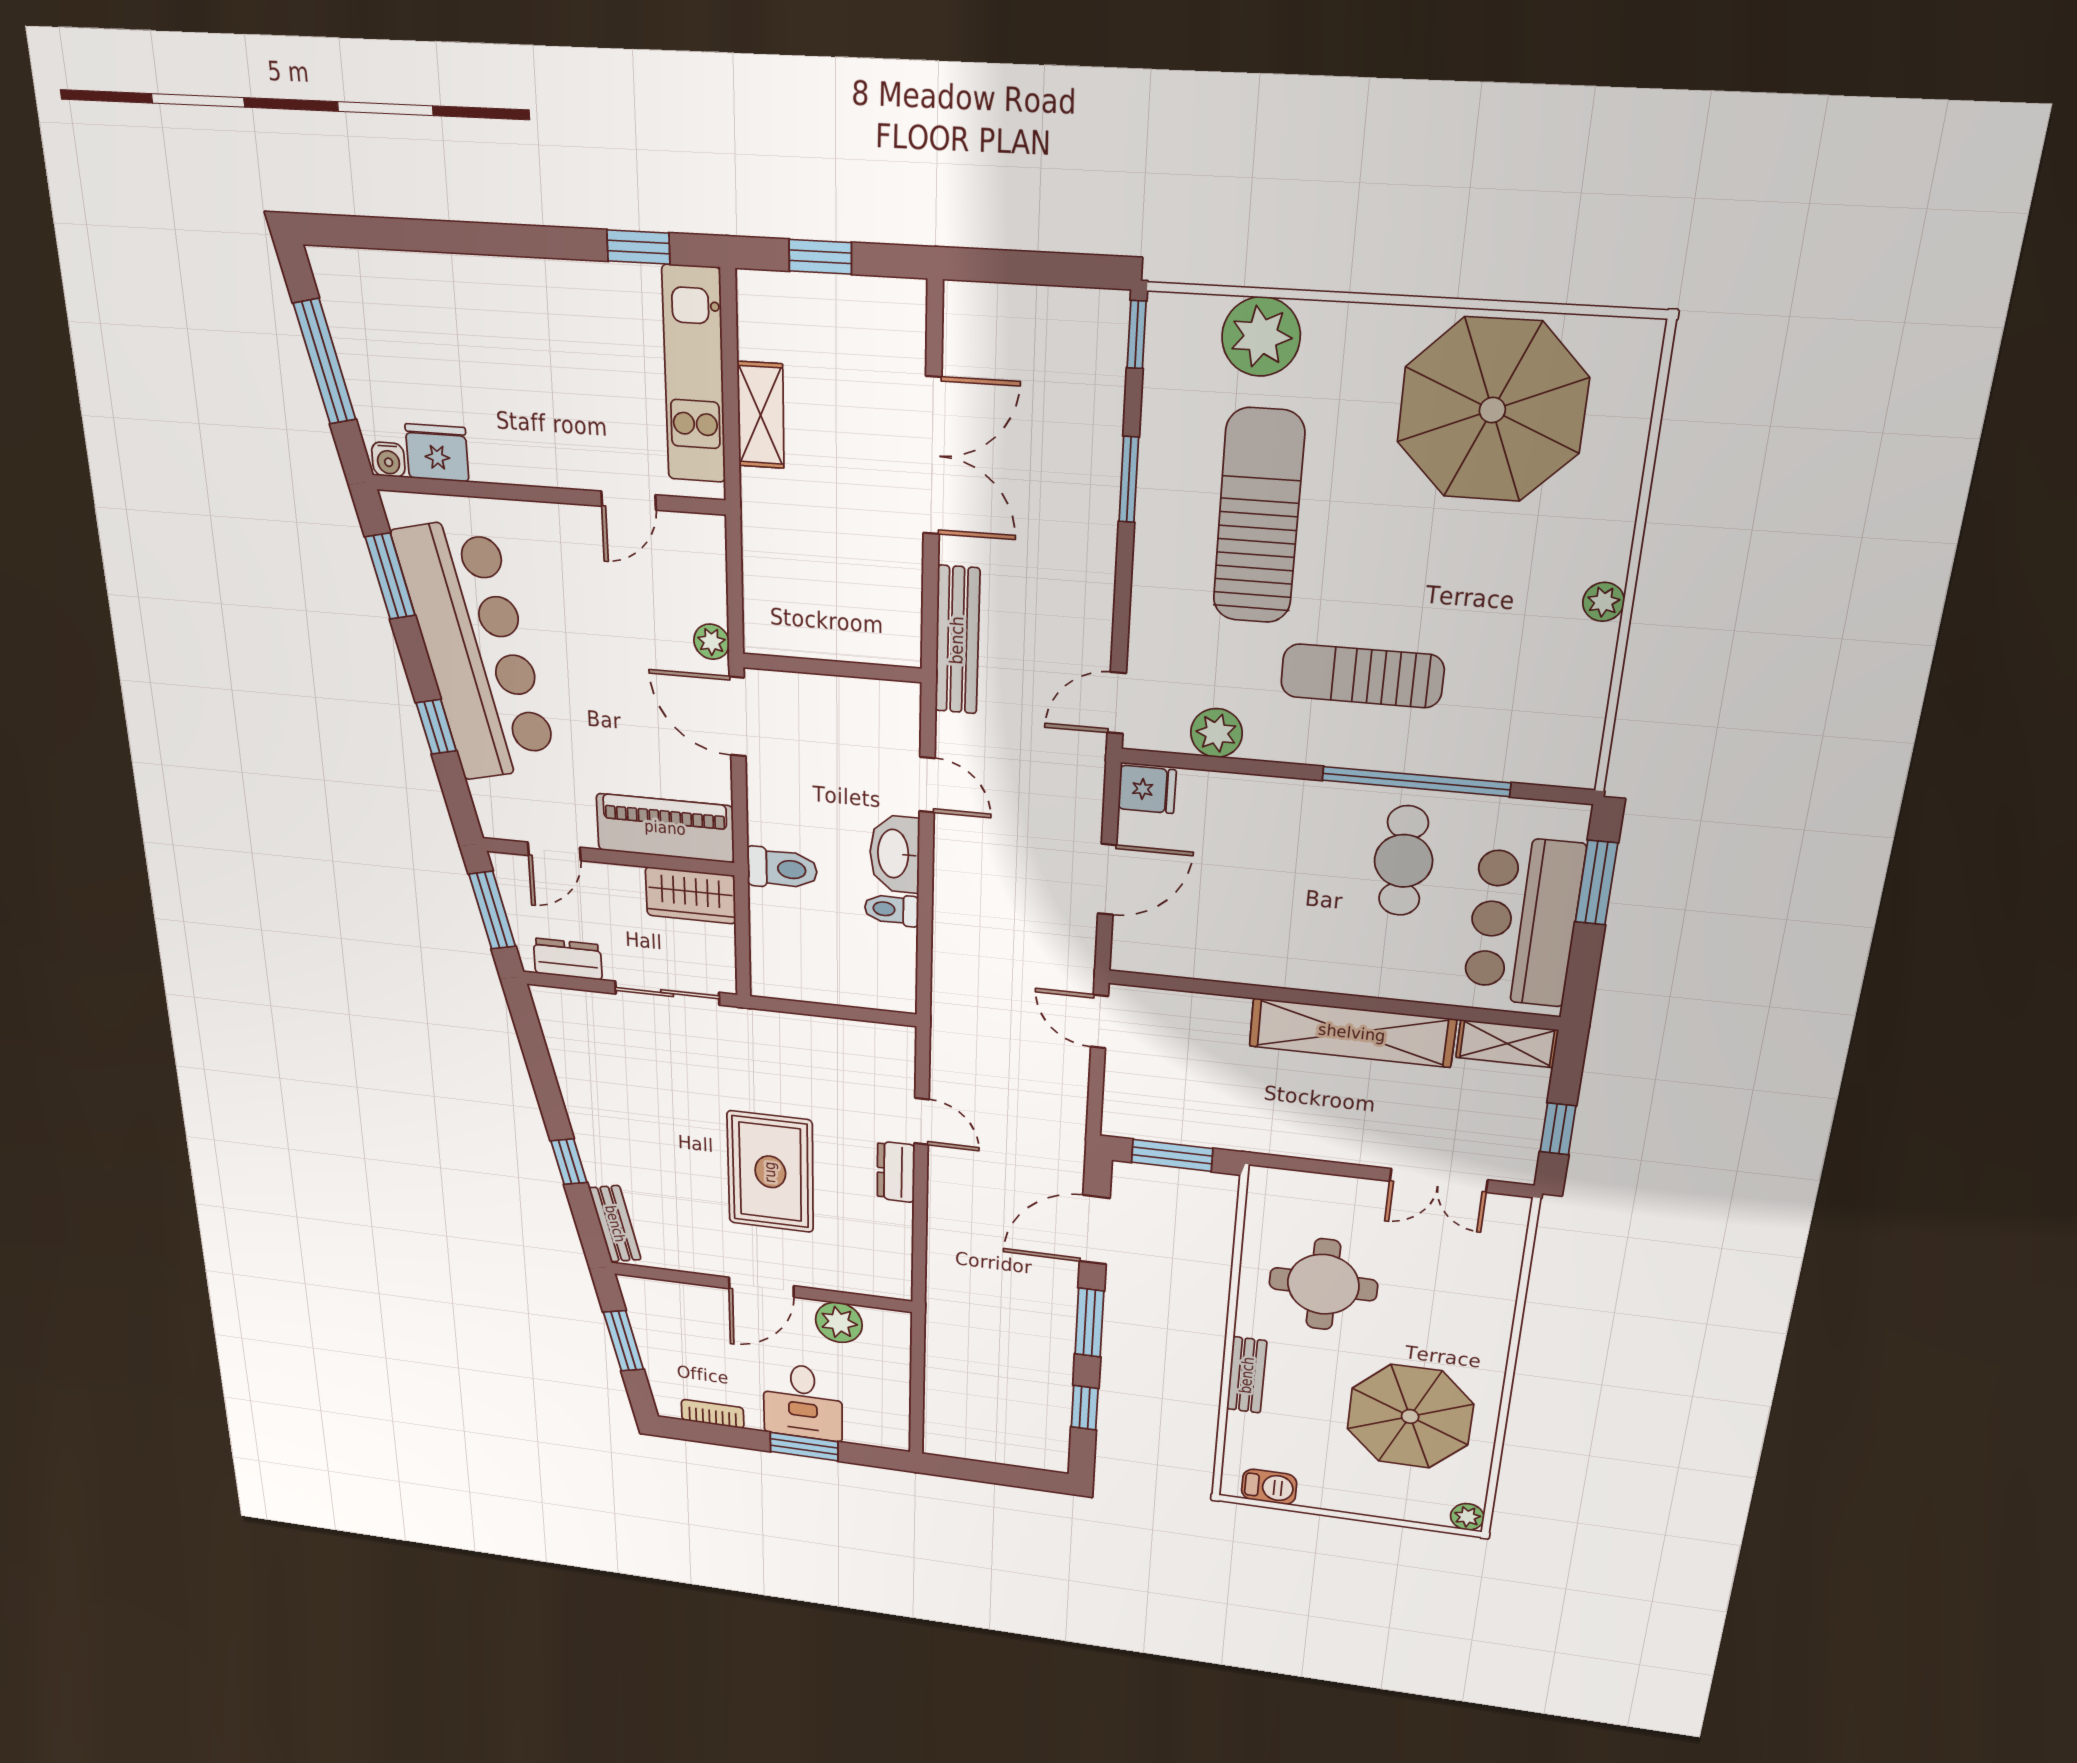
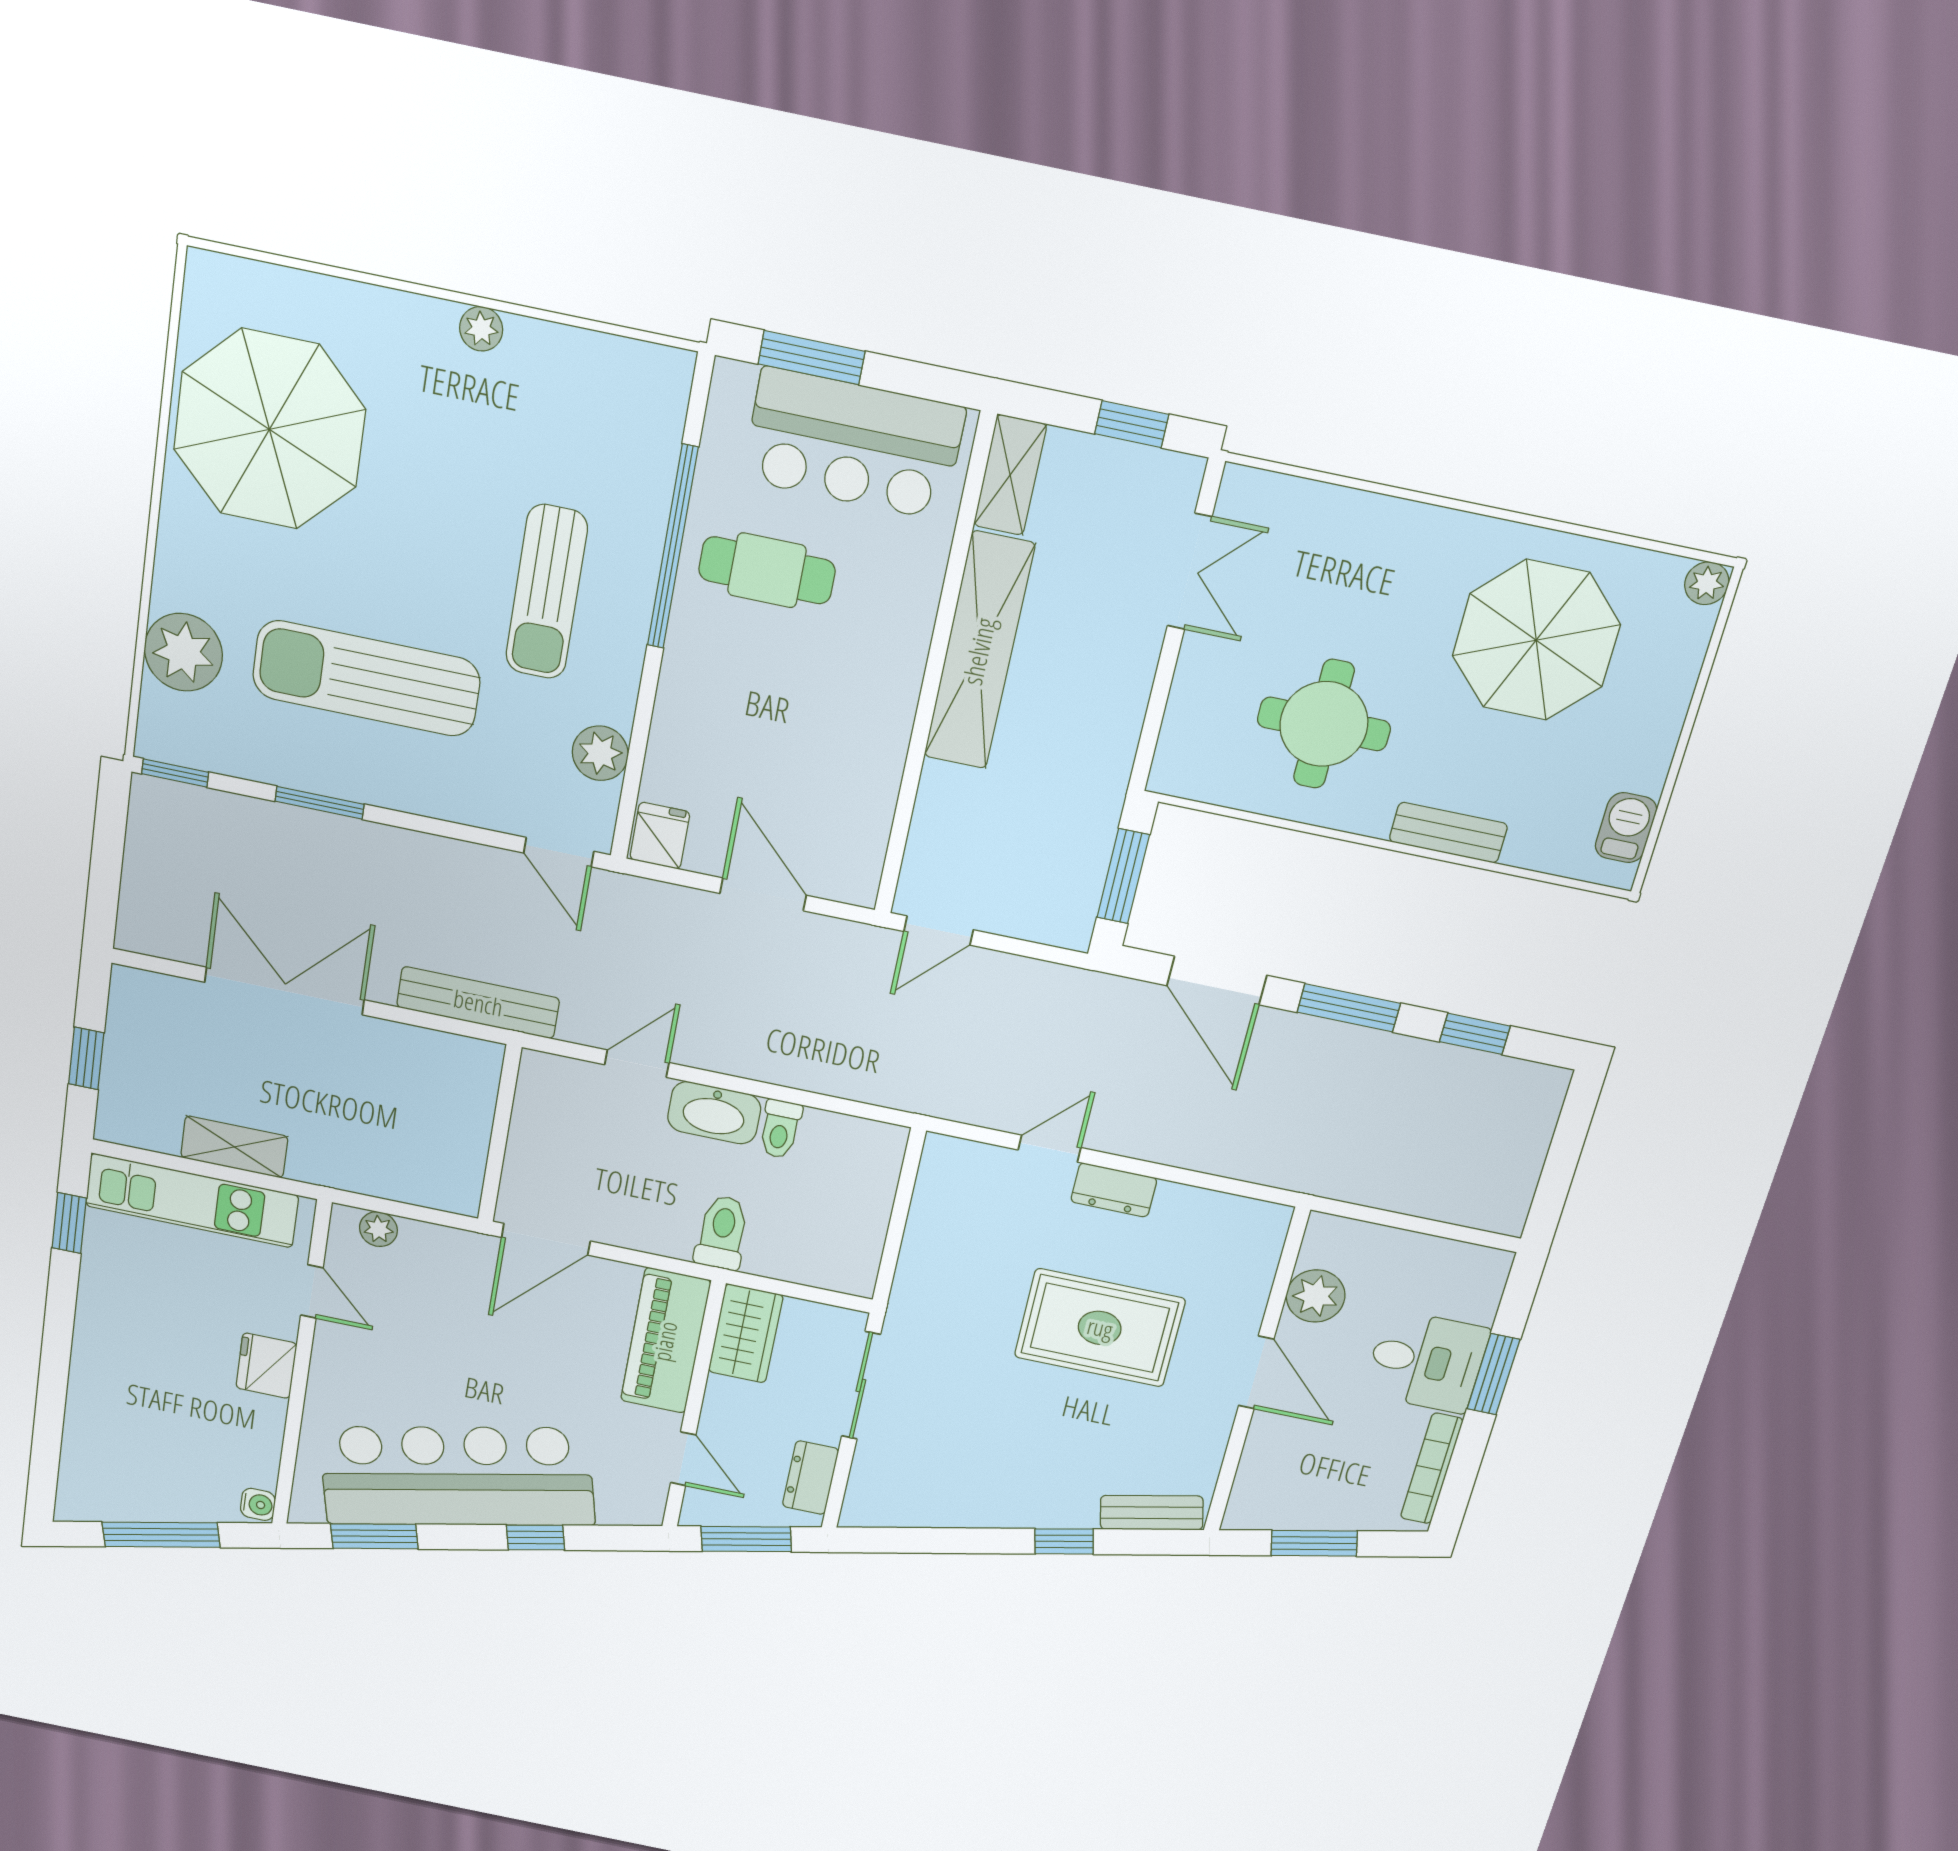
fridge: (437, 453) -> (266, 1366), moved
plant: (711, 642) -> (378, 1229), moved
bookcase: (713, 1414) -> (1432, 1469), width x1.56

